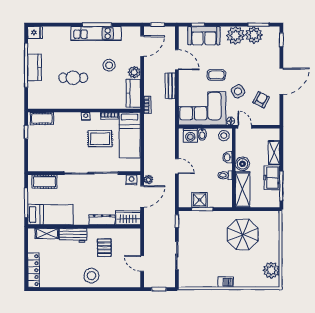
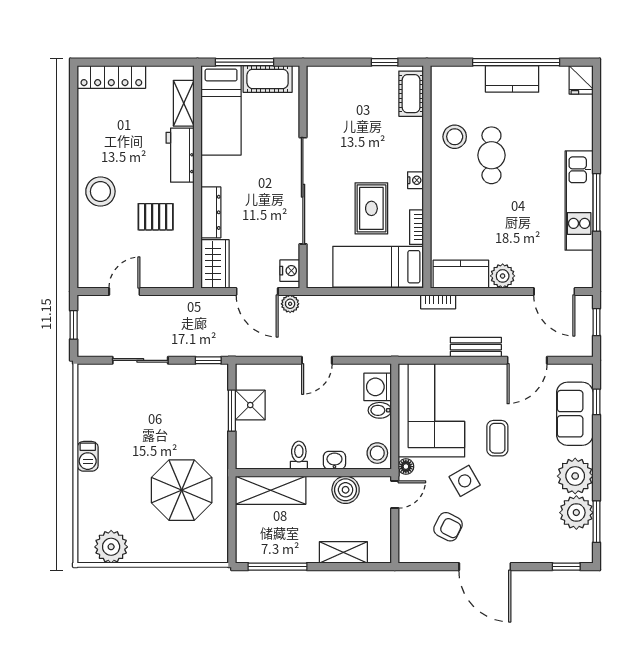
stool: (109, 65) -> (455, 137), moved
boiler: (242, 164) -> (346, 490), moved
freezer: (272, 178) -> (294, 548), removed
cot: (44, 182) -> (268, 79), moved, turned 90

